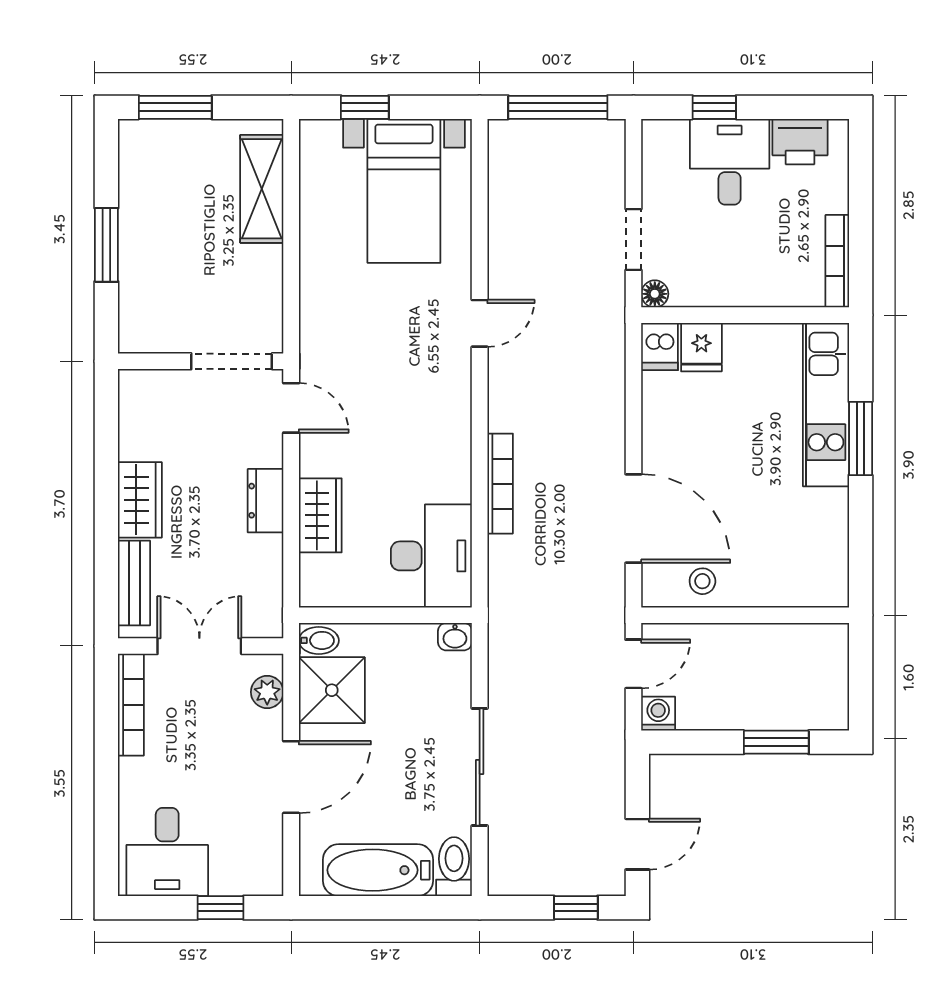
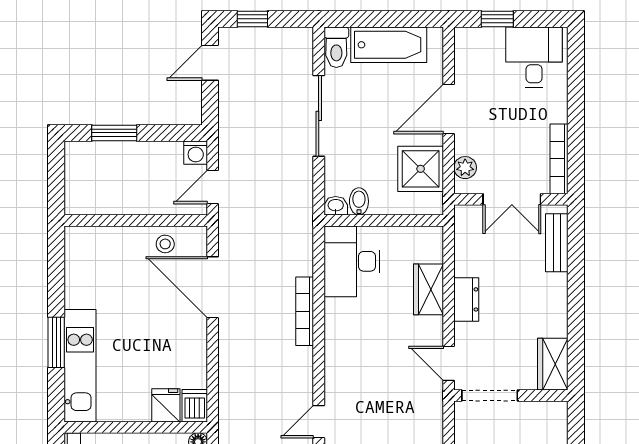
wardrobe: (140, 500) -> (553, 364), moved
bidet: (319, 640) -> (359, 201), moved, turned 90

